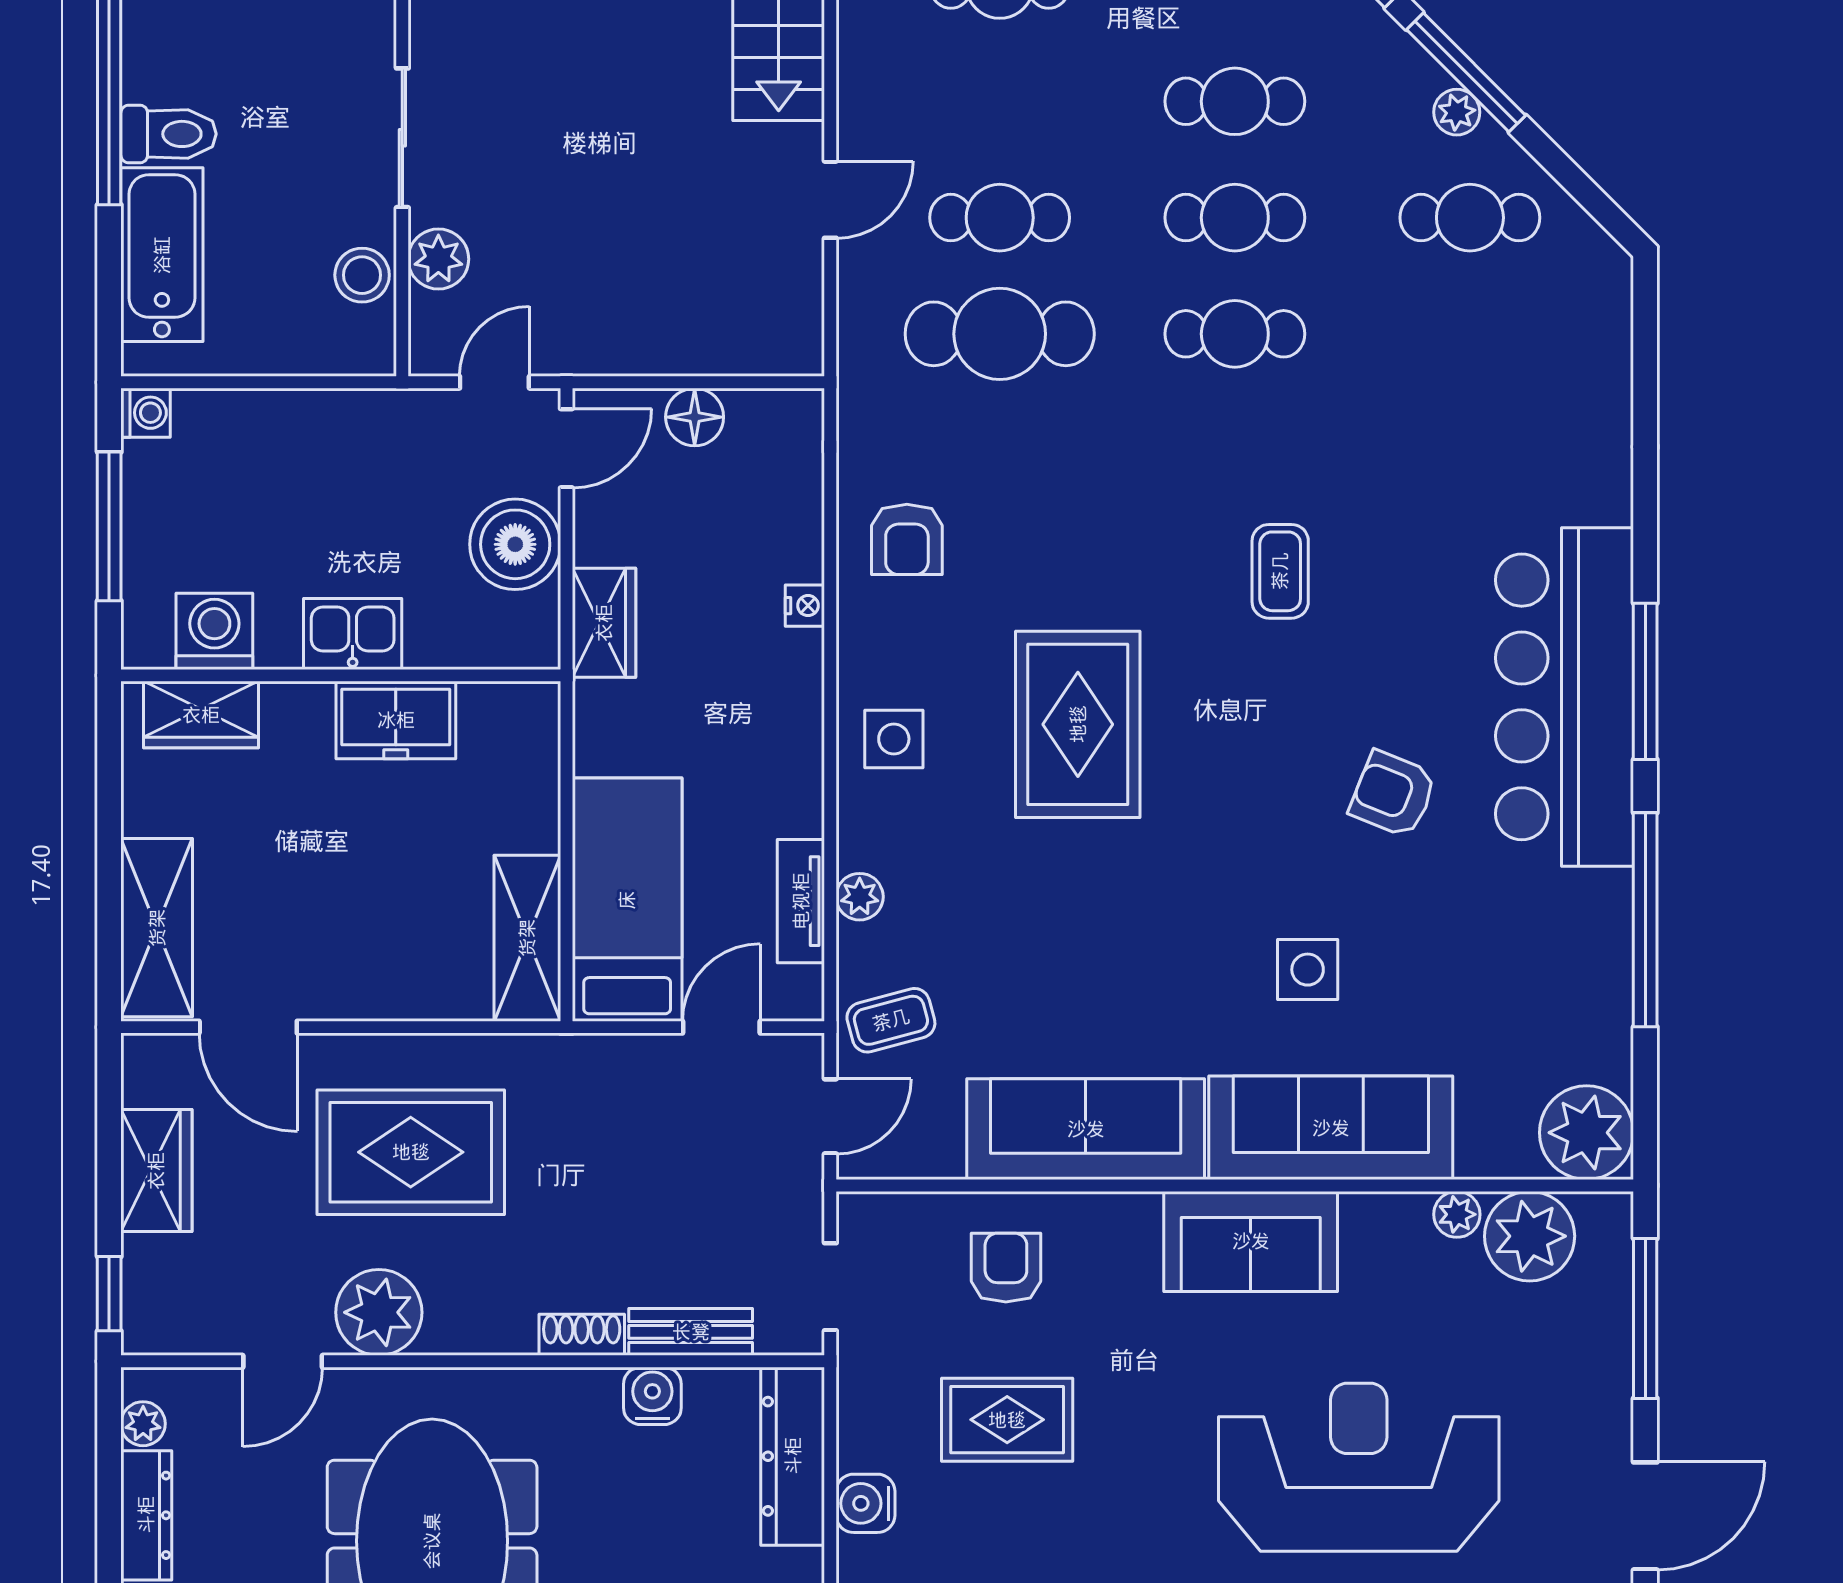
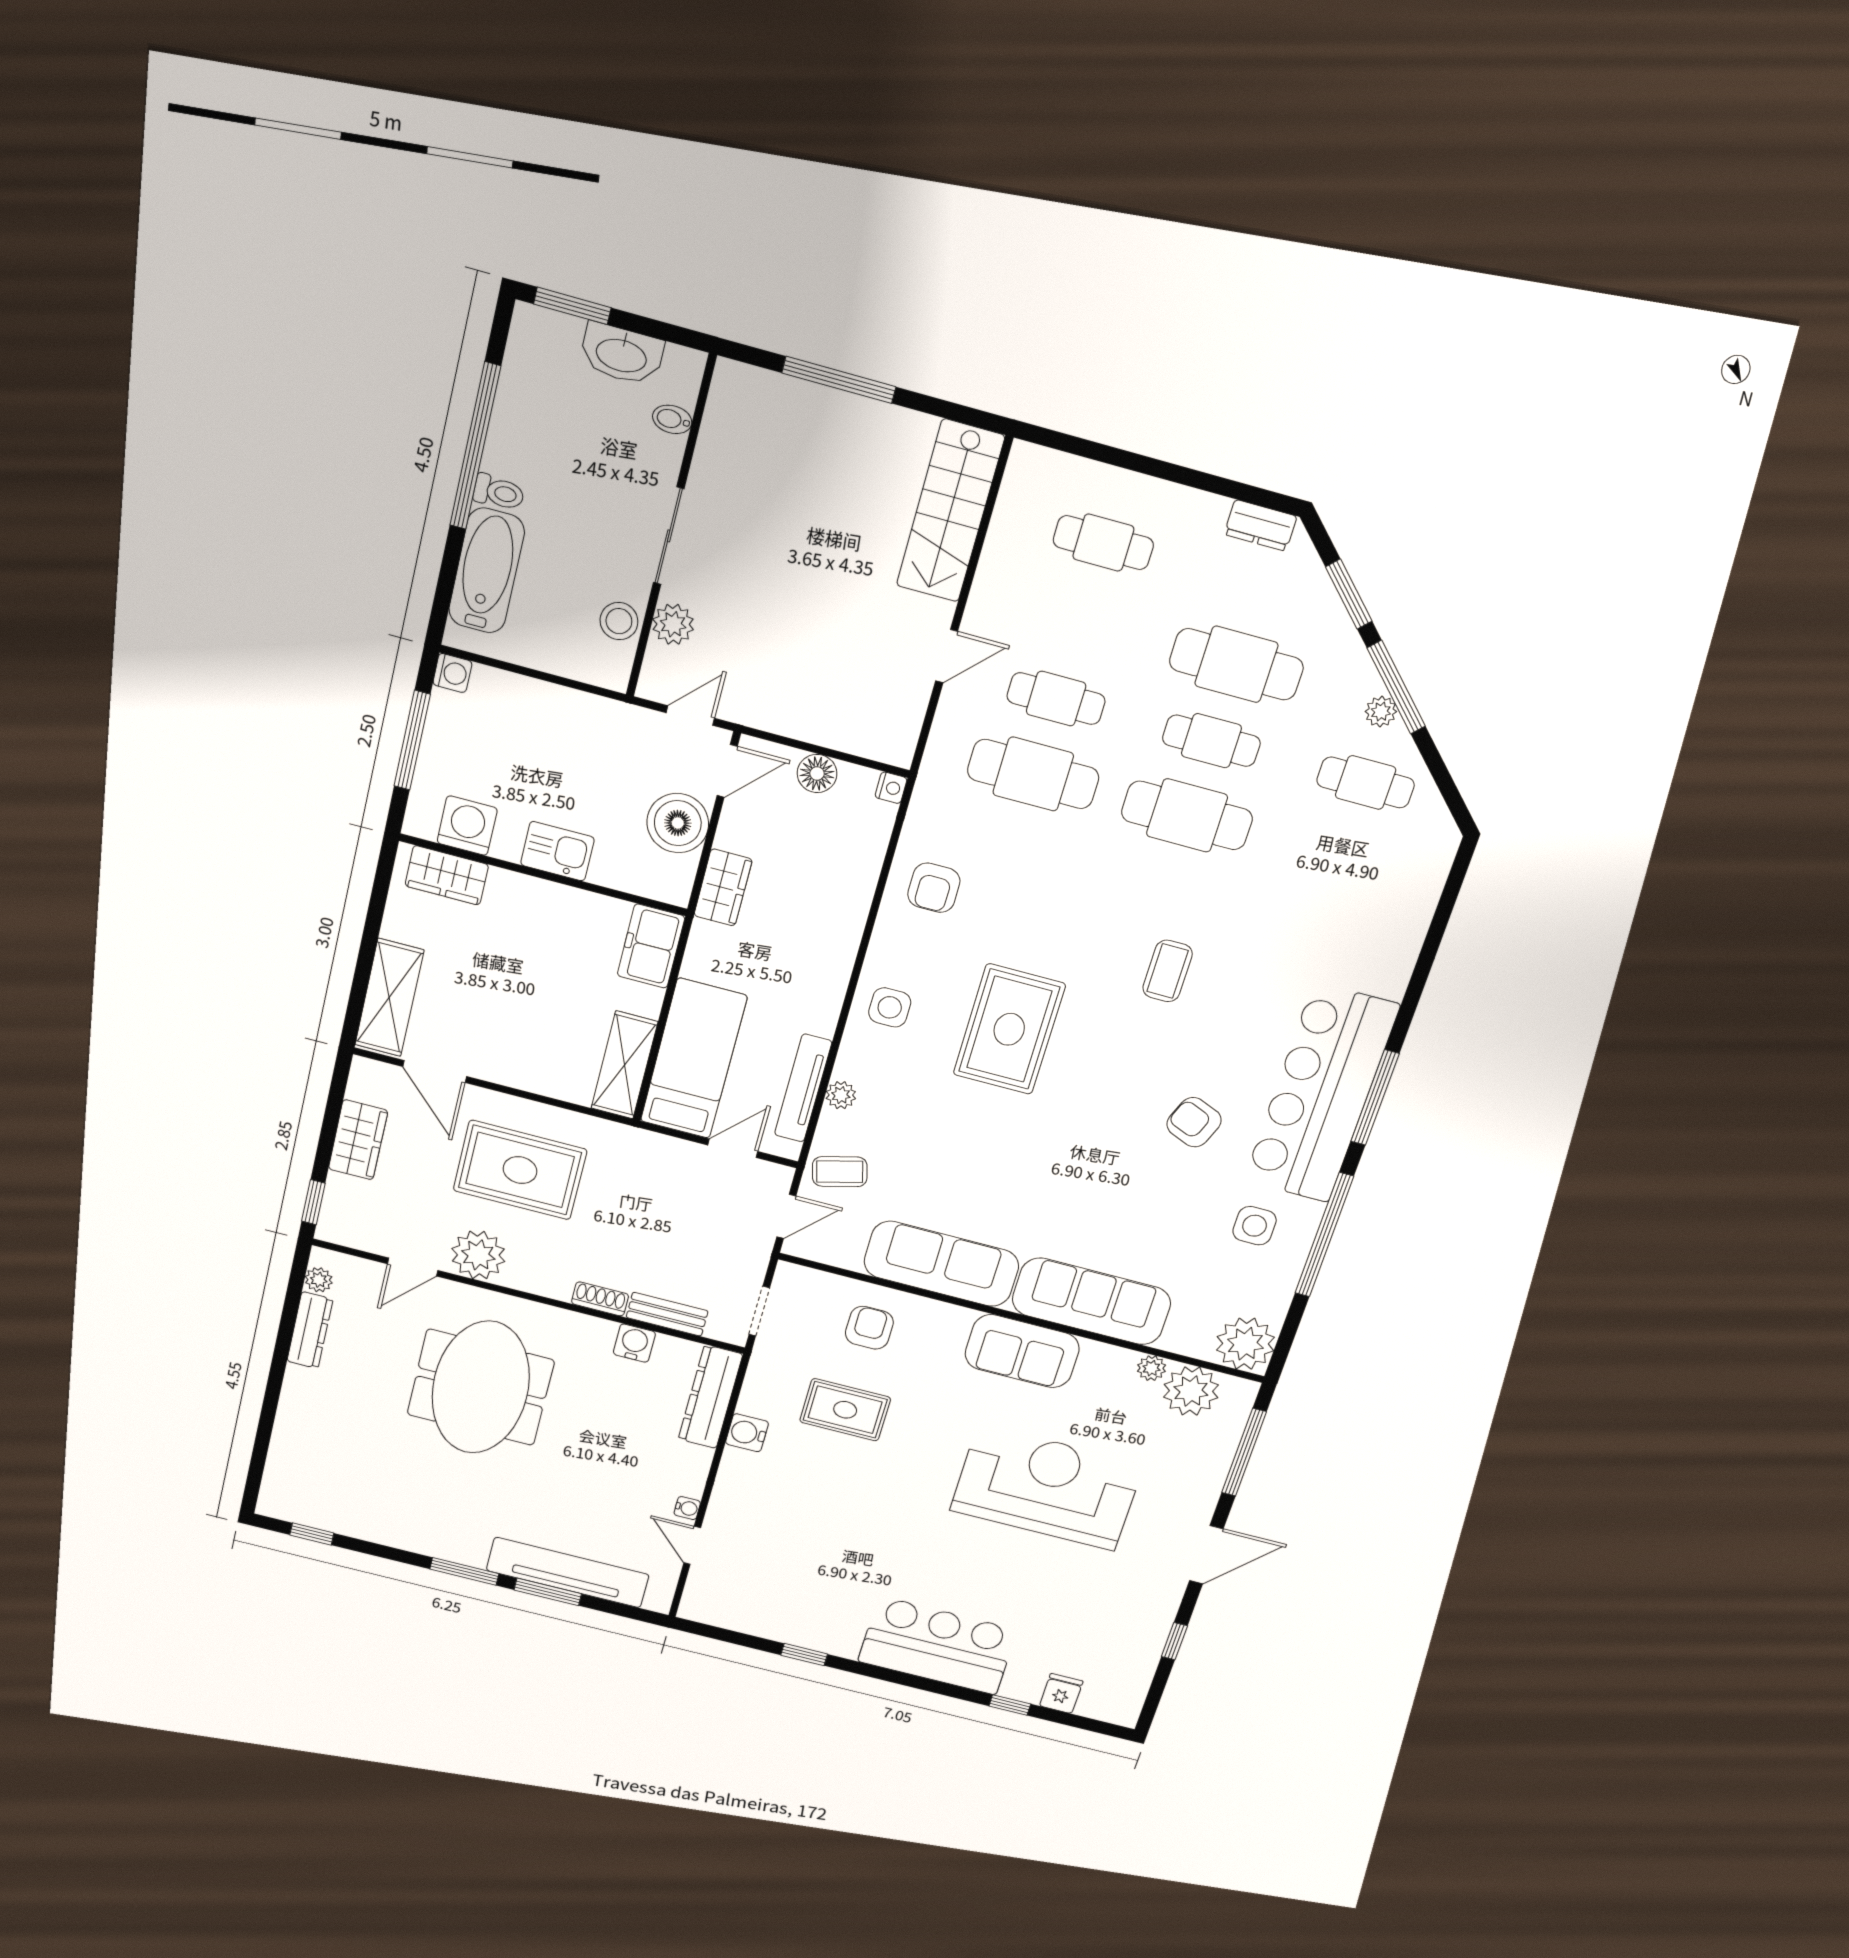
cafe table: (1235, 101) -> (1236, 664), width x1.37, depth x1.35
toilet: (169, 134) -> (499, 492), width x0.73, depth x0.72
cafe table: (1235, 334) -> (1187, 815), width x1.37, depth x1.35
nightstand: (805, 606) -> (891, 788), moved
freezer: (396, 720) -> (651, 946), moved, turned 90
tv unit: (801, 901) -> (803, 1088), width x1.41
side table: (1308, 970) -> (1255, 1226), moved

